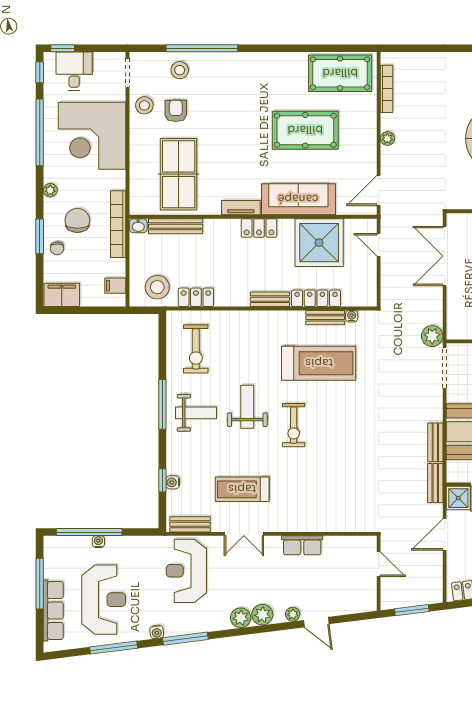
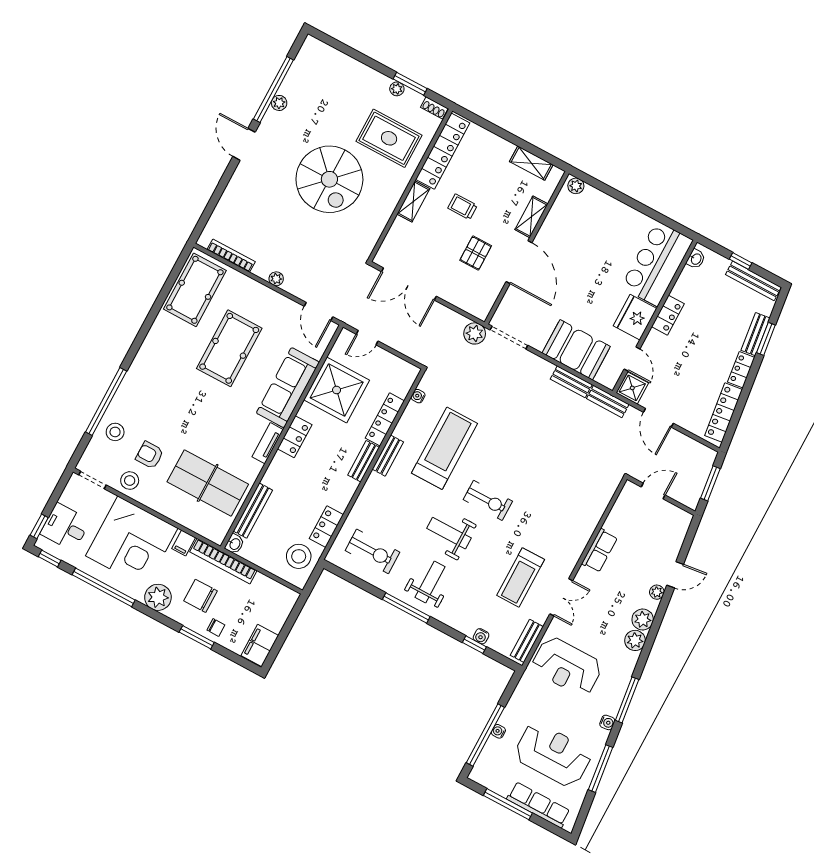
plant: (50, 190) -> (158, 597), width x1.88, depth x1.88
filing cabinet: (115, 286) -> (184, 543), moved
bench: (325, 318) -> (388, 456), moved

